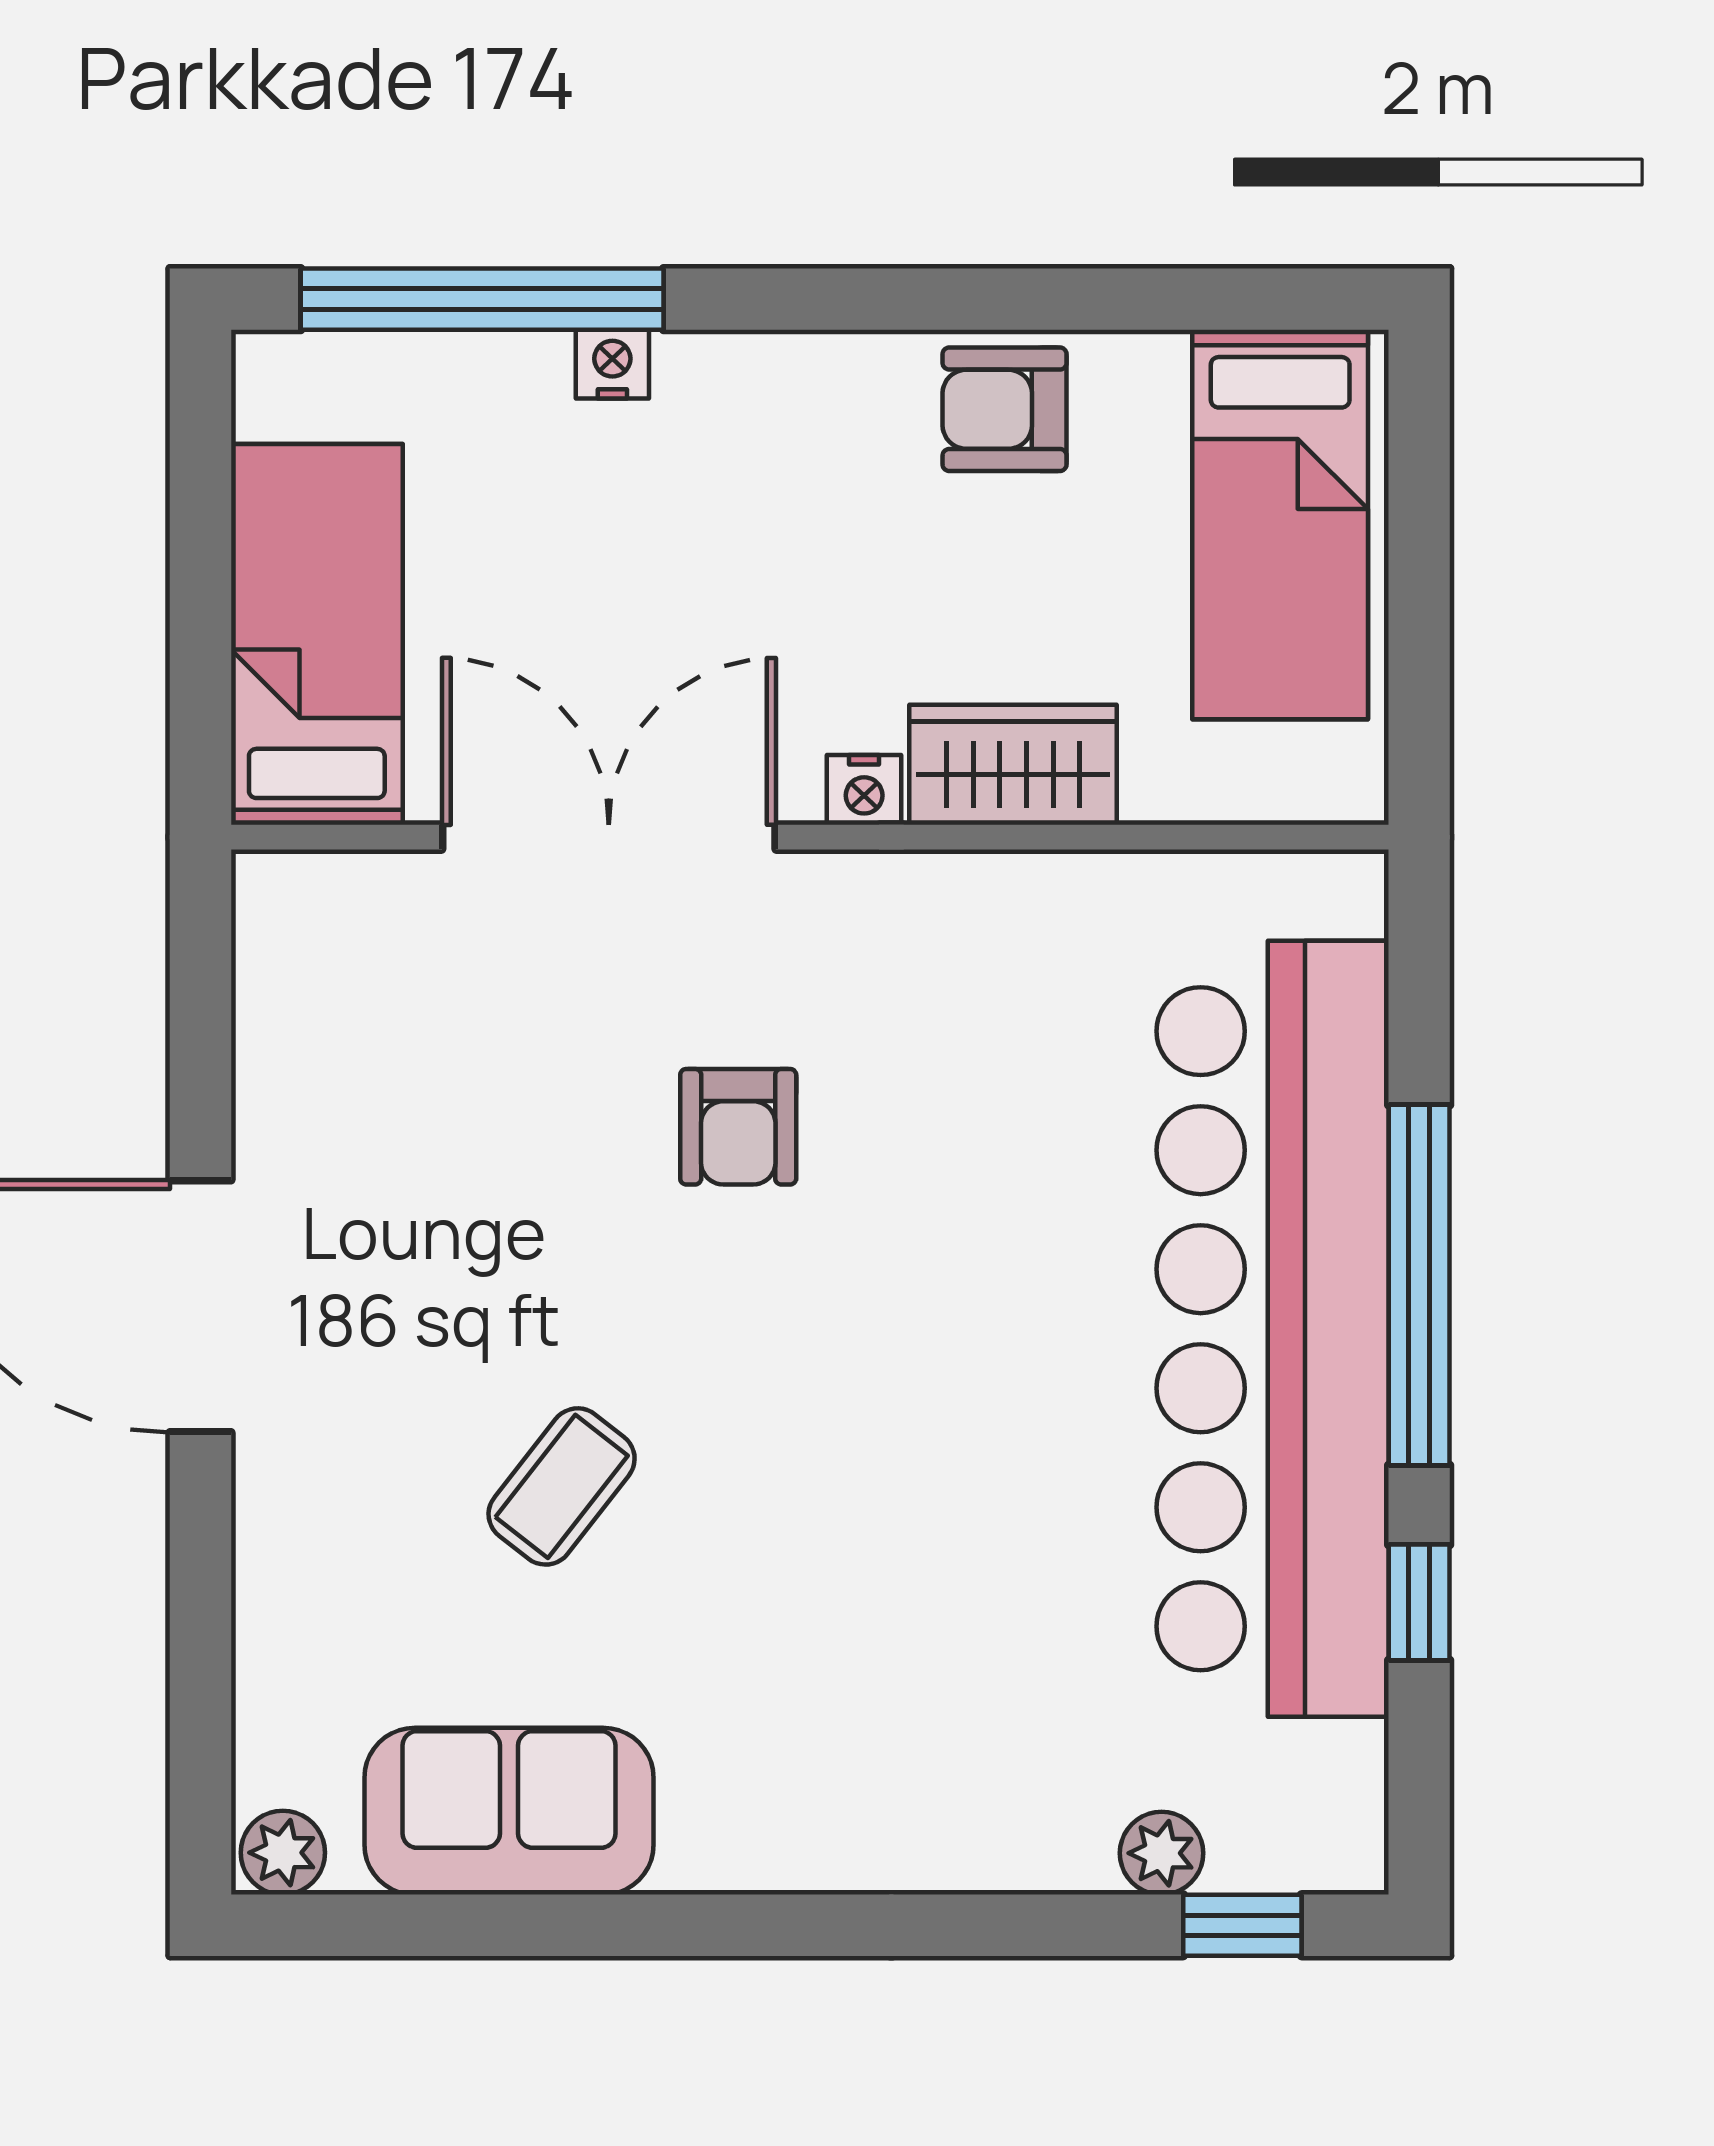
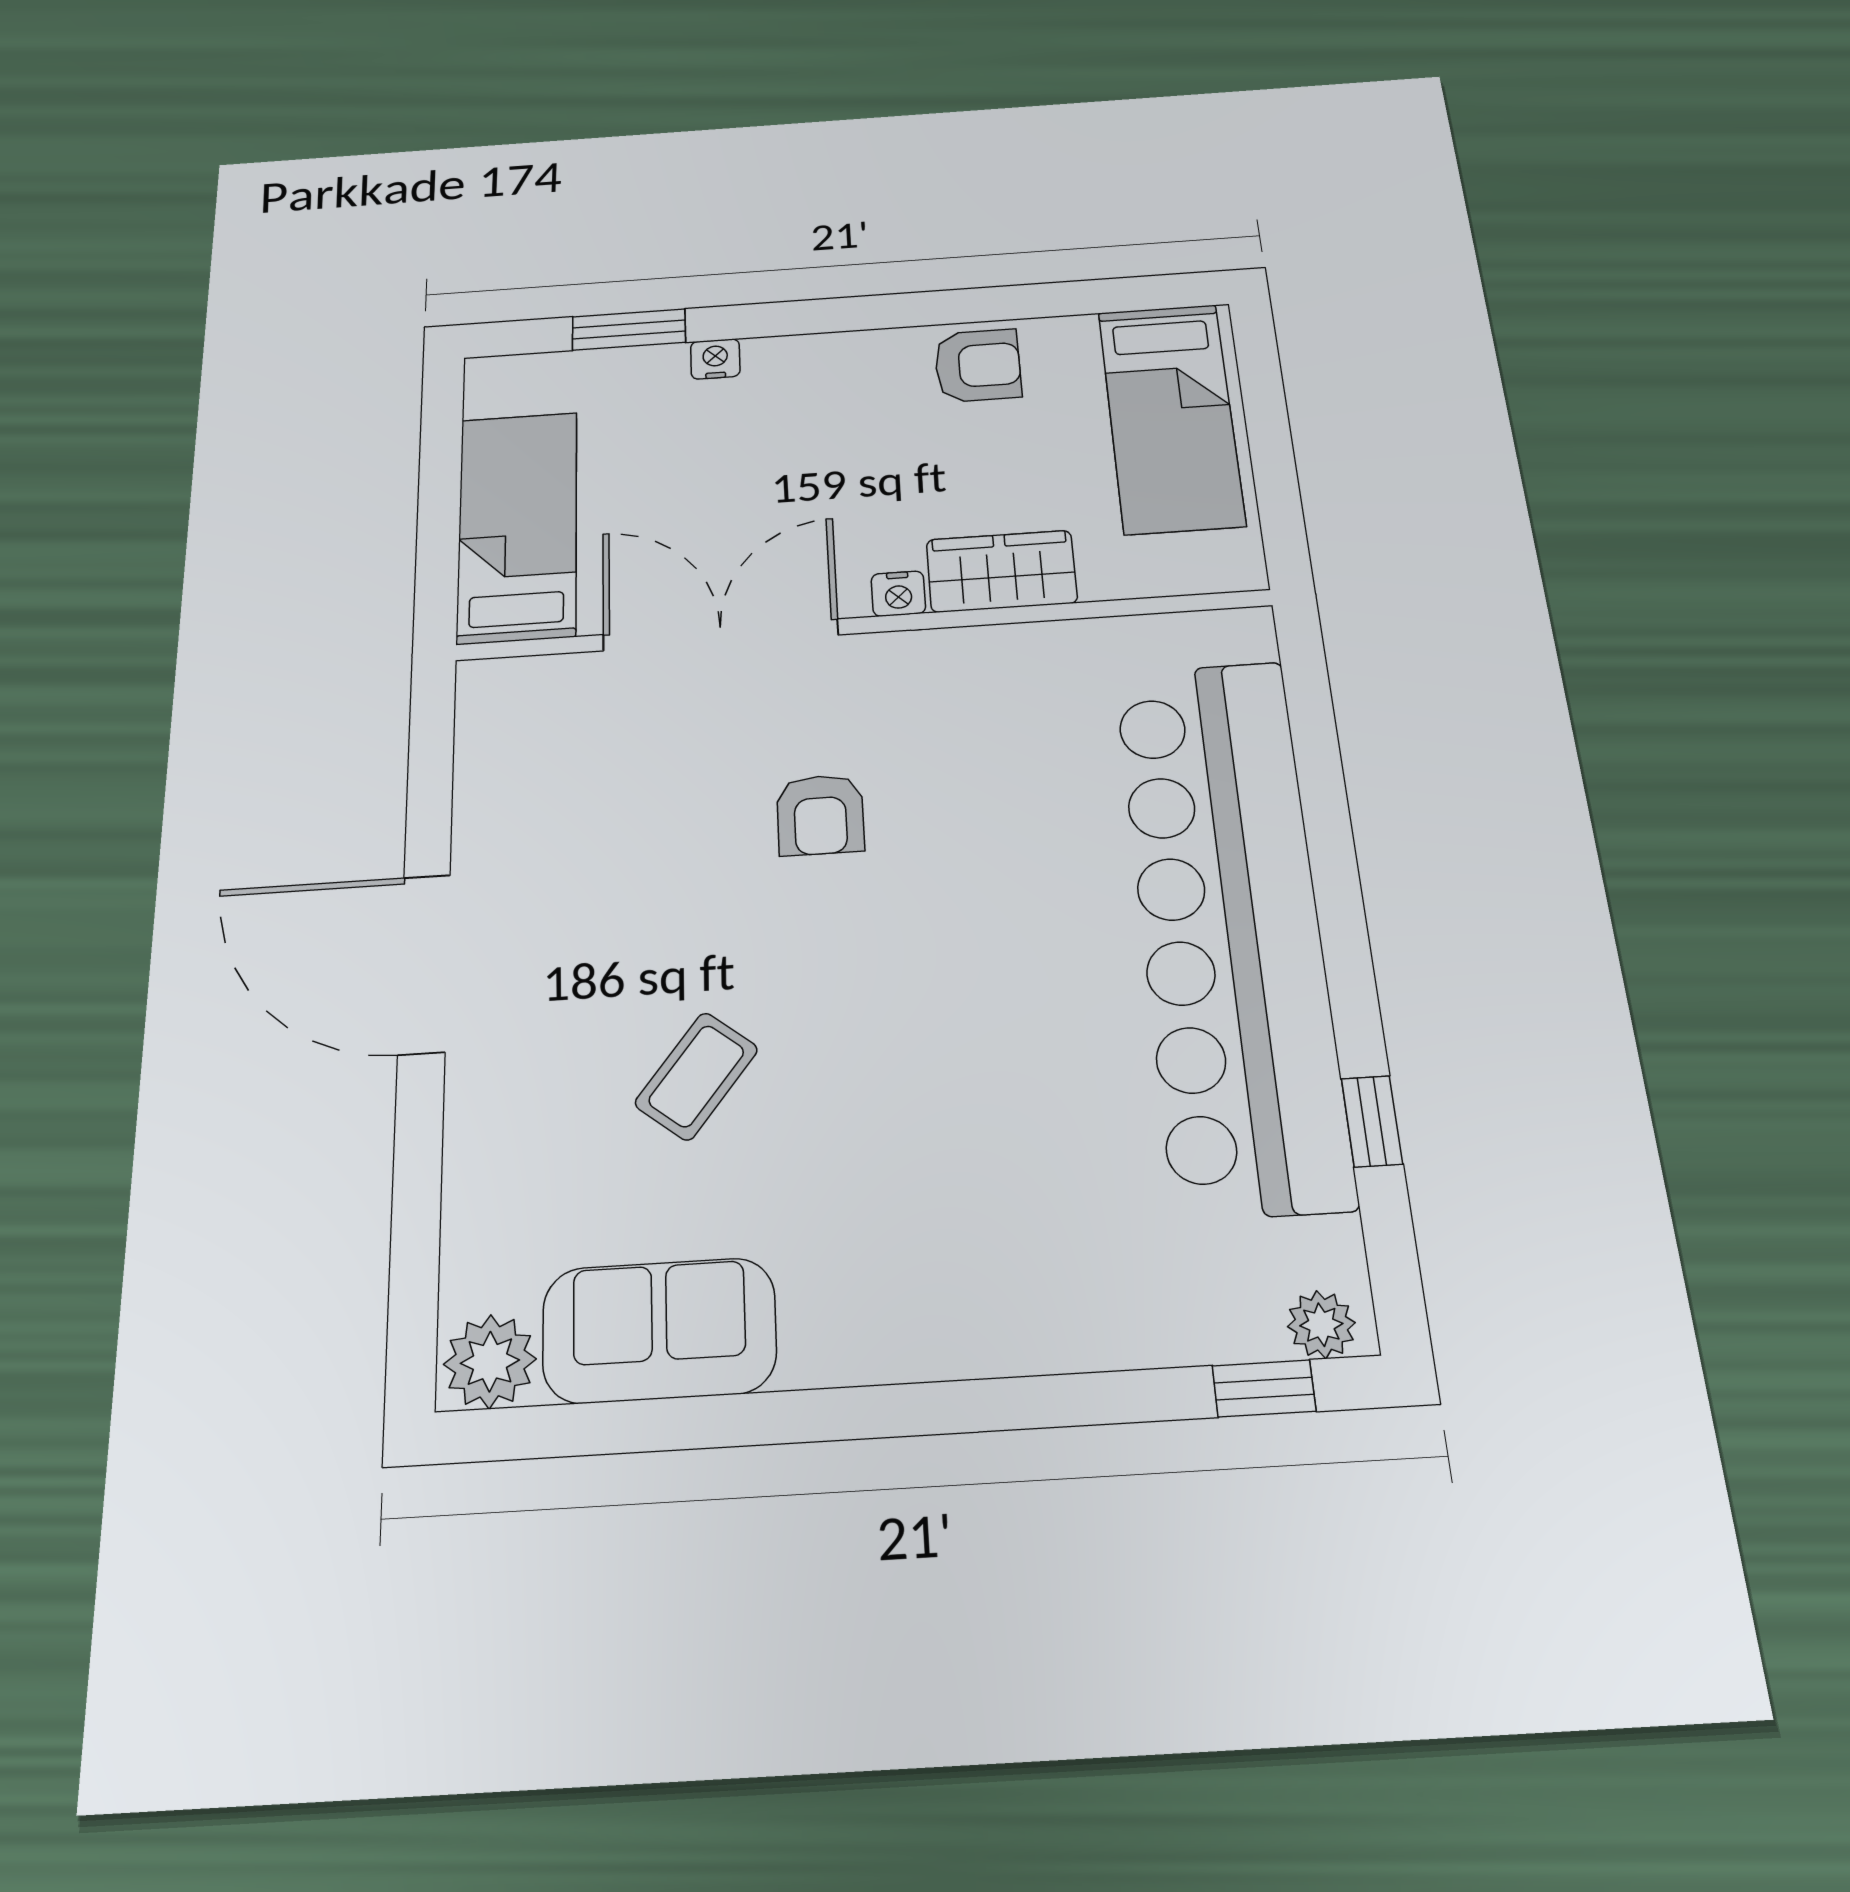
window: (482, 299) -> (629, 330), width x0.47
armchair: (1005, 409) -> (978, 366), turned 180
window: (1419, 1285) -> (1337, 890), removed
plant: (283, 1853) -> (490, 1362), width x1.38, depth x1.38
plant: (1162, 1853) -> (1321, 1325), moved

